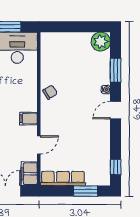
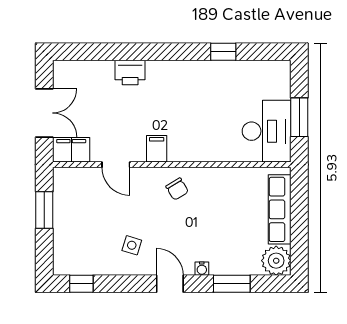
chair: (50, 92) -> (177, 189), moved
side table: (91, 135) -> (132, 245), added
row of seats: (63, 178) -> (280, 209), moved, turned 180
window: (86, 191) -> (44, 210), moved

